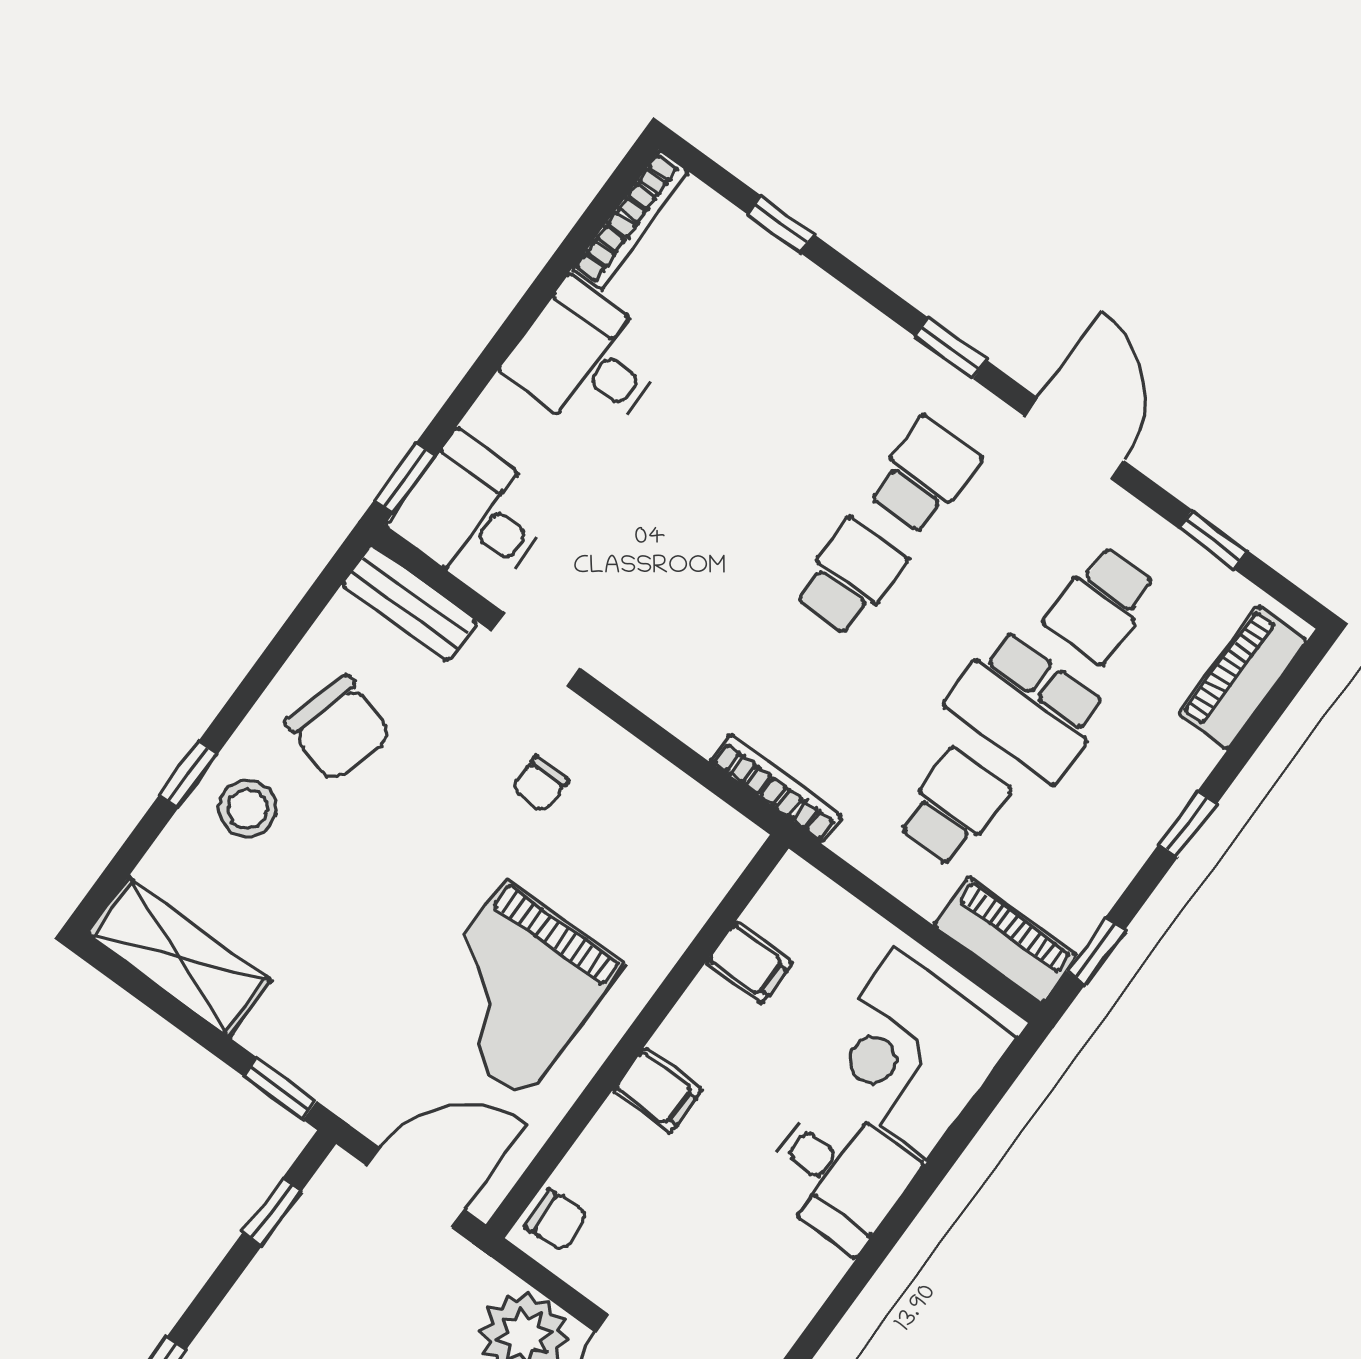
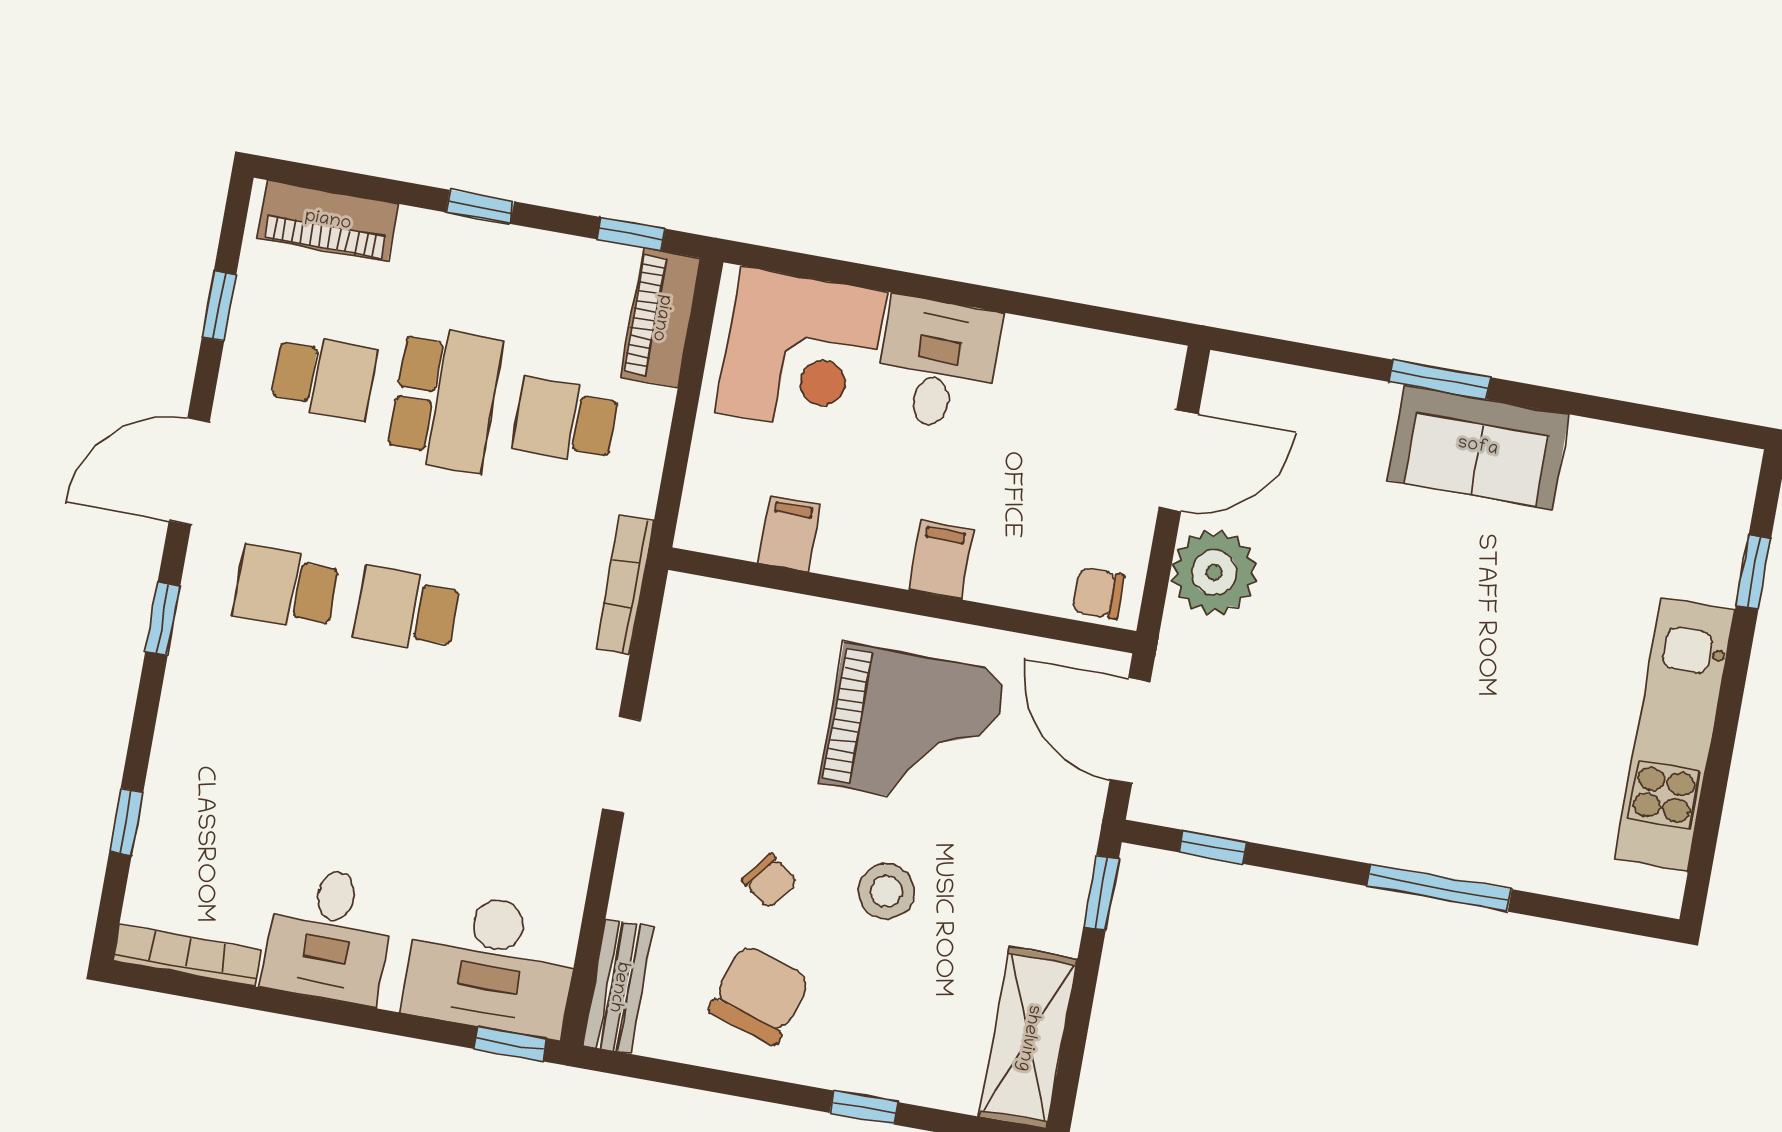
desk: (473, 515) -> (491, 964), width x1.37
doorway: (535, 649) -> (622, 765), moved
chair: (540, 784) -> (770, 881), moved, turned 37
stool: (248, 808) -> (886, 891), moved
chair: (556, 1220) -> (1098, 593), turned -85

